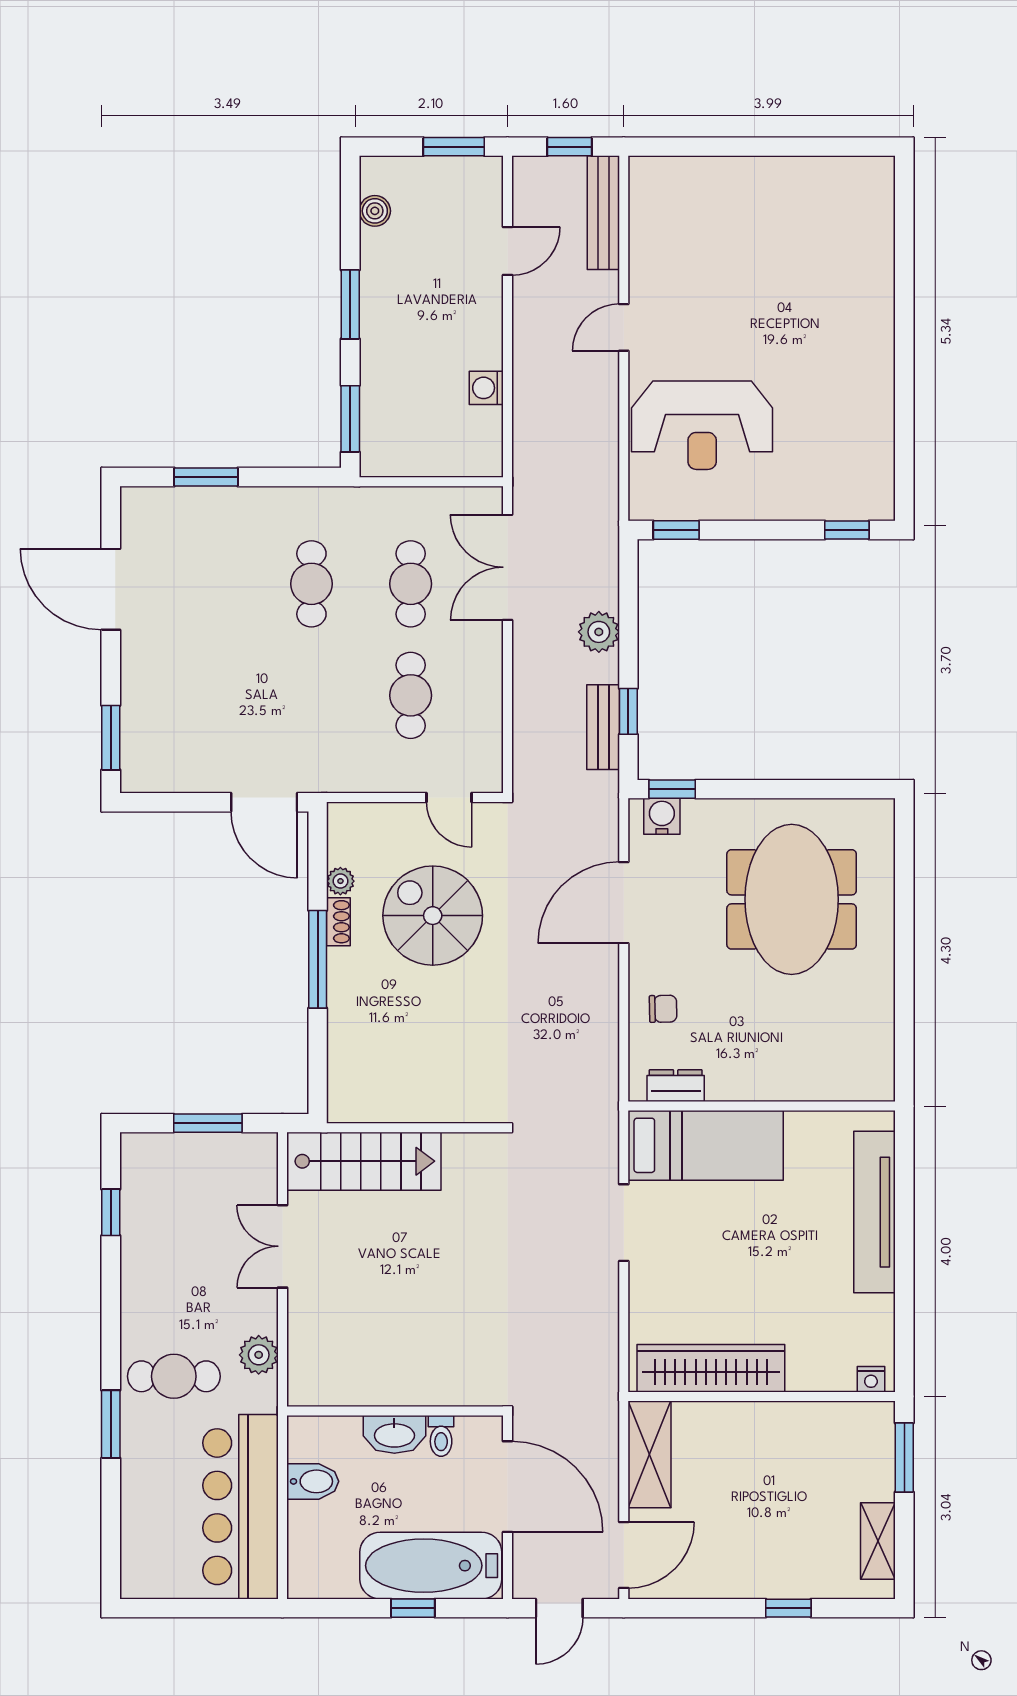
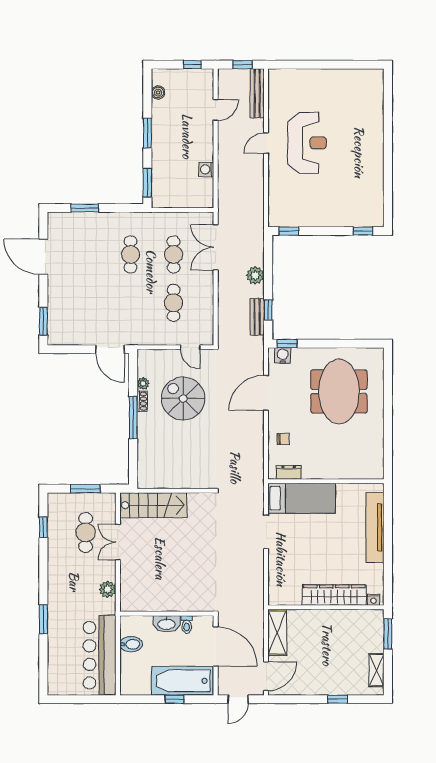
window: (454, 147) -> (192, 65), width x0.67
reception desk: (702, 425) -> (307, 143), moved, turned -90
wardrobe: (711, 1368) -> (334, 595), moved
cafe table: (174, 1376) -> (86, 532), moved, turned 90

